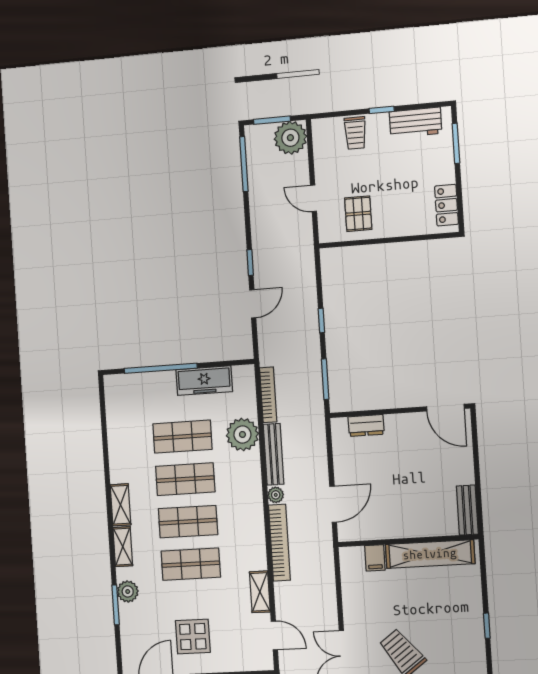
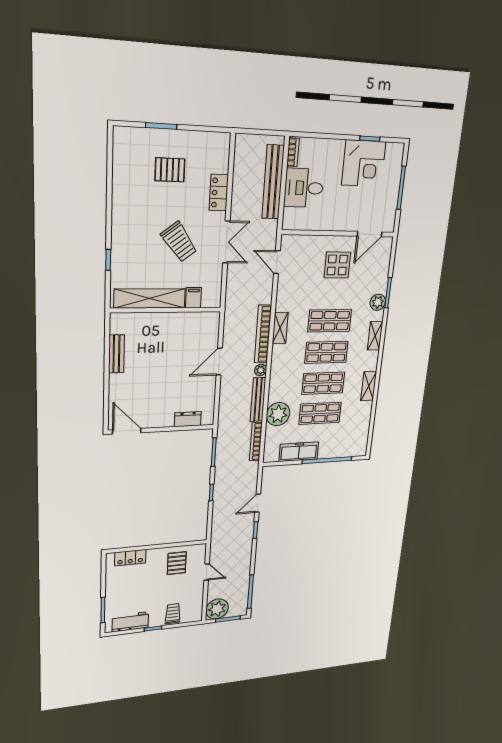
locker: (446, 205) -> (130, 558), moved, turned 90
shelving: (121, 505) -> (369, 386), moved
wall: (408, 541) -> (166, 310), moved
shelving: (430, 554) -> (150, 298), moved
filing cabinet: (375, 558) -> (194, 298), moved
shelving: (260, 592) -> (280, 328), moved

